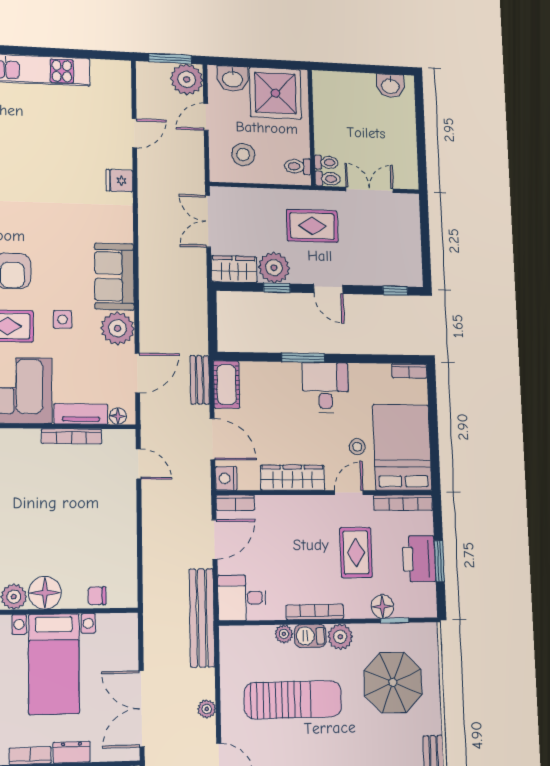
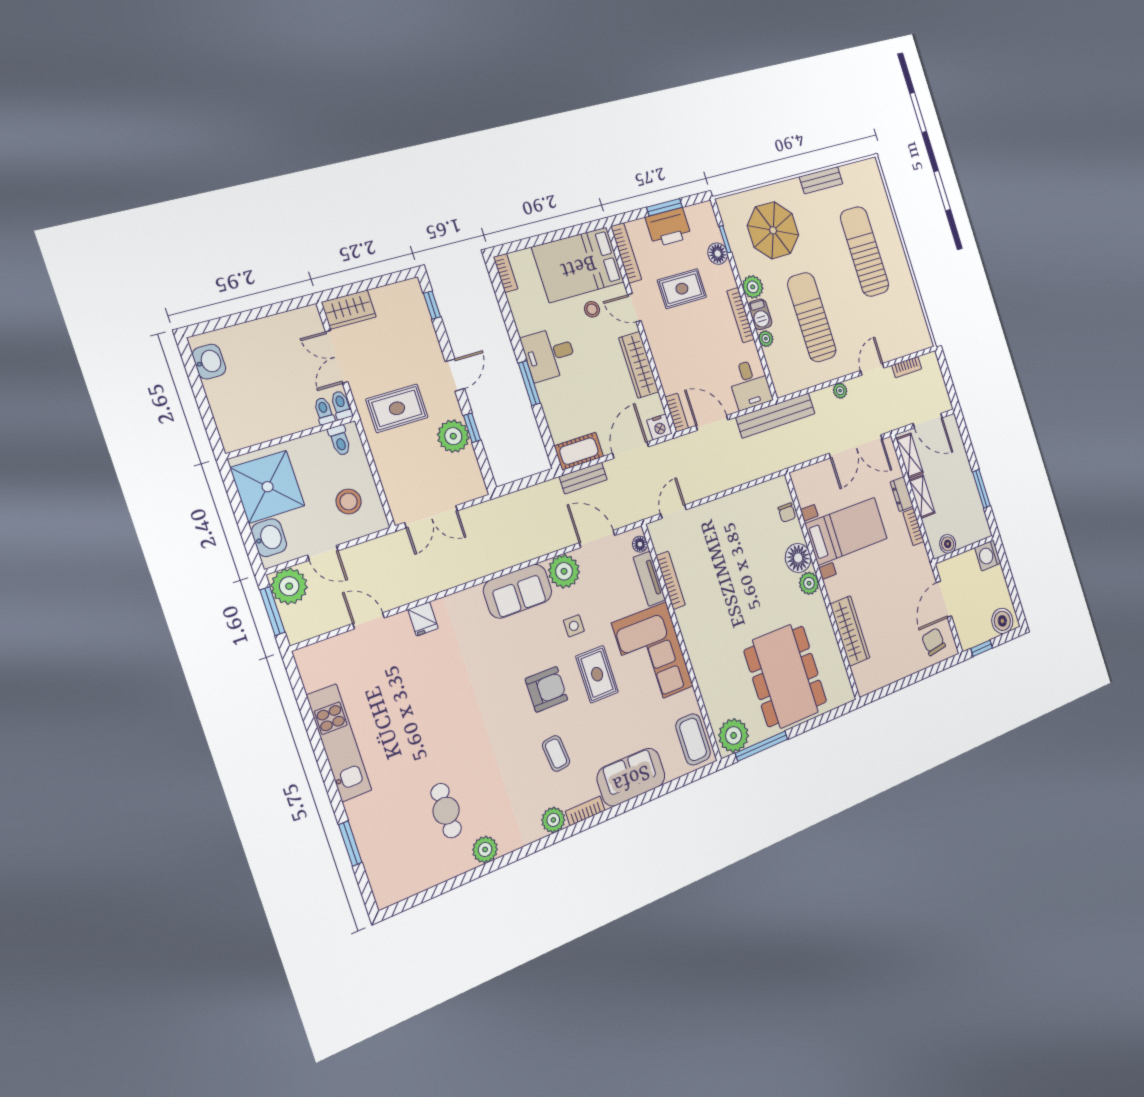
rug: (312, 226) -> (397, 408), turned 90
wardrobe: (234, 269) -> (349, 310), moved, turned -90

